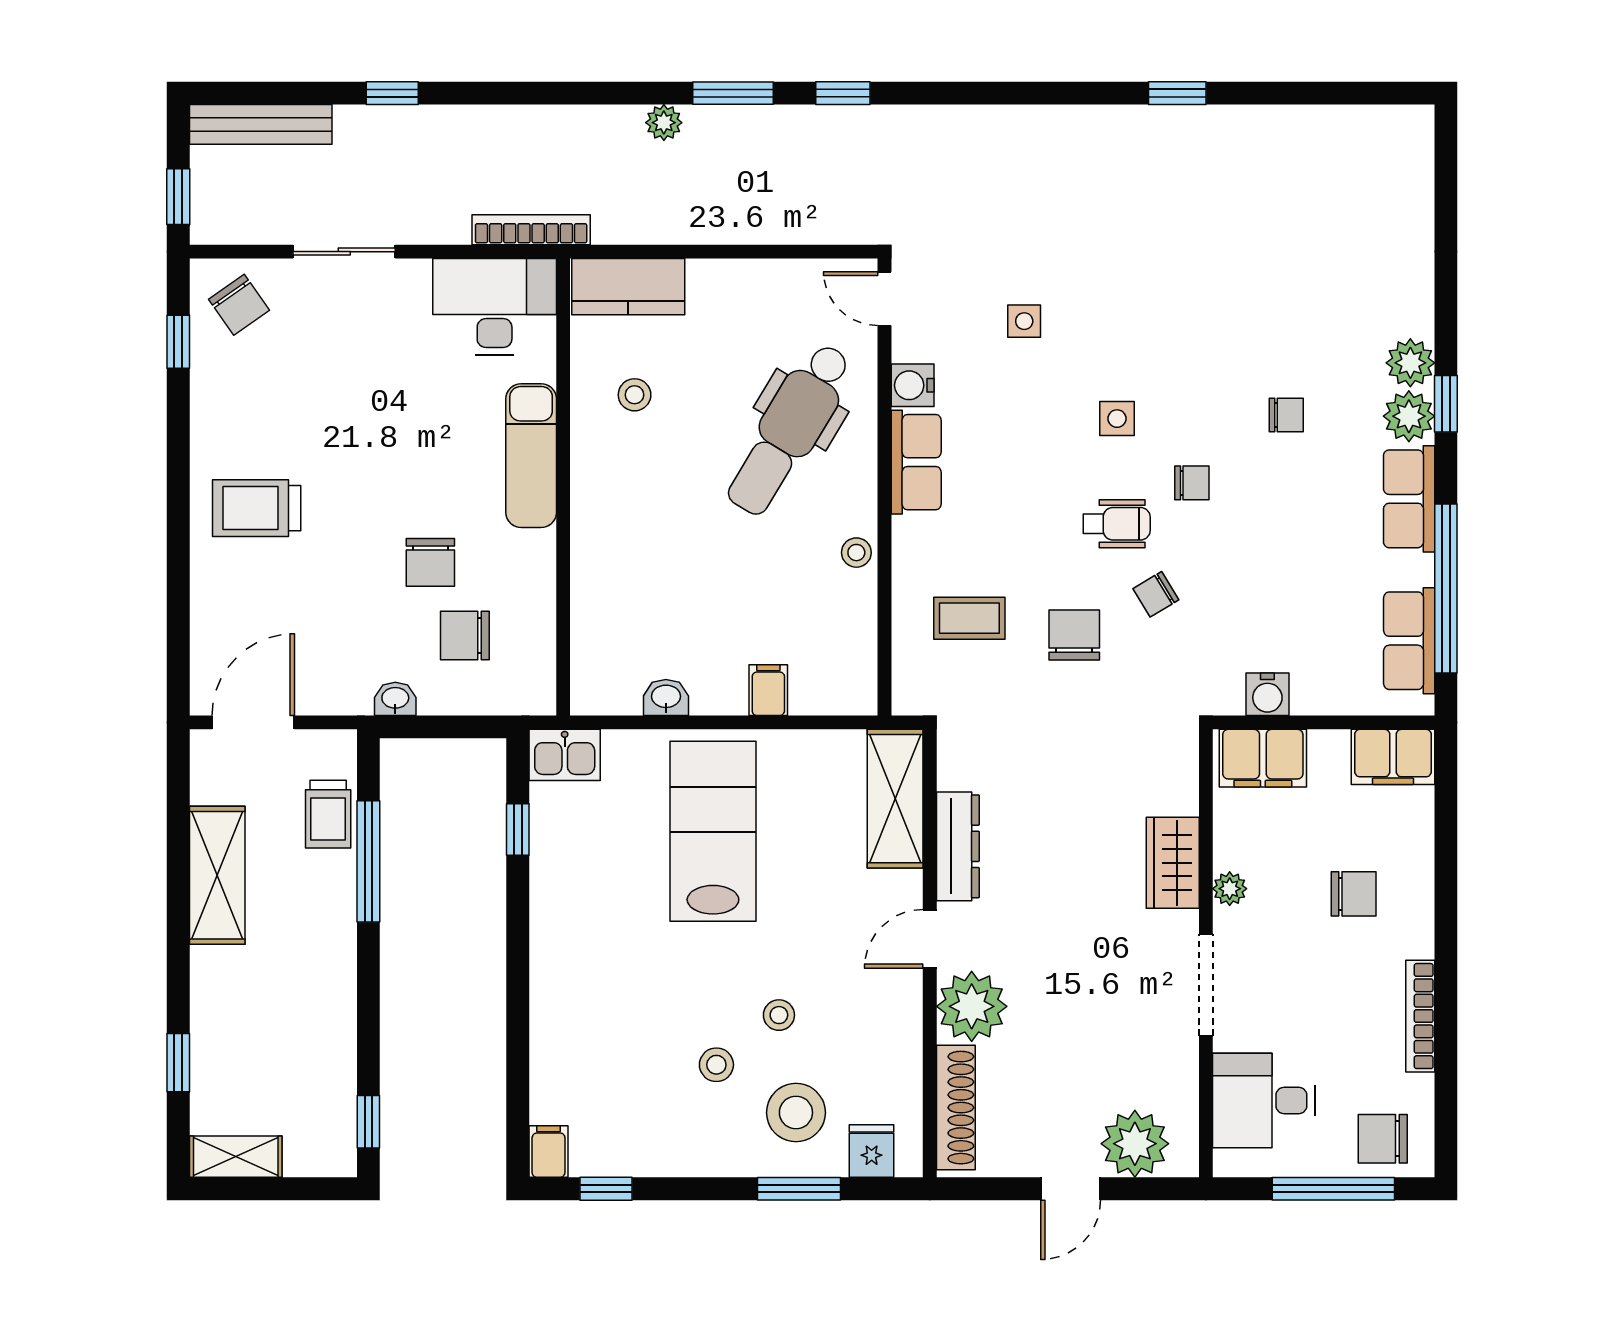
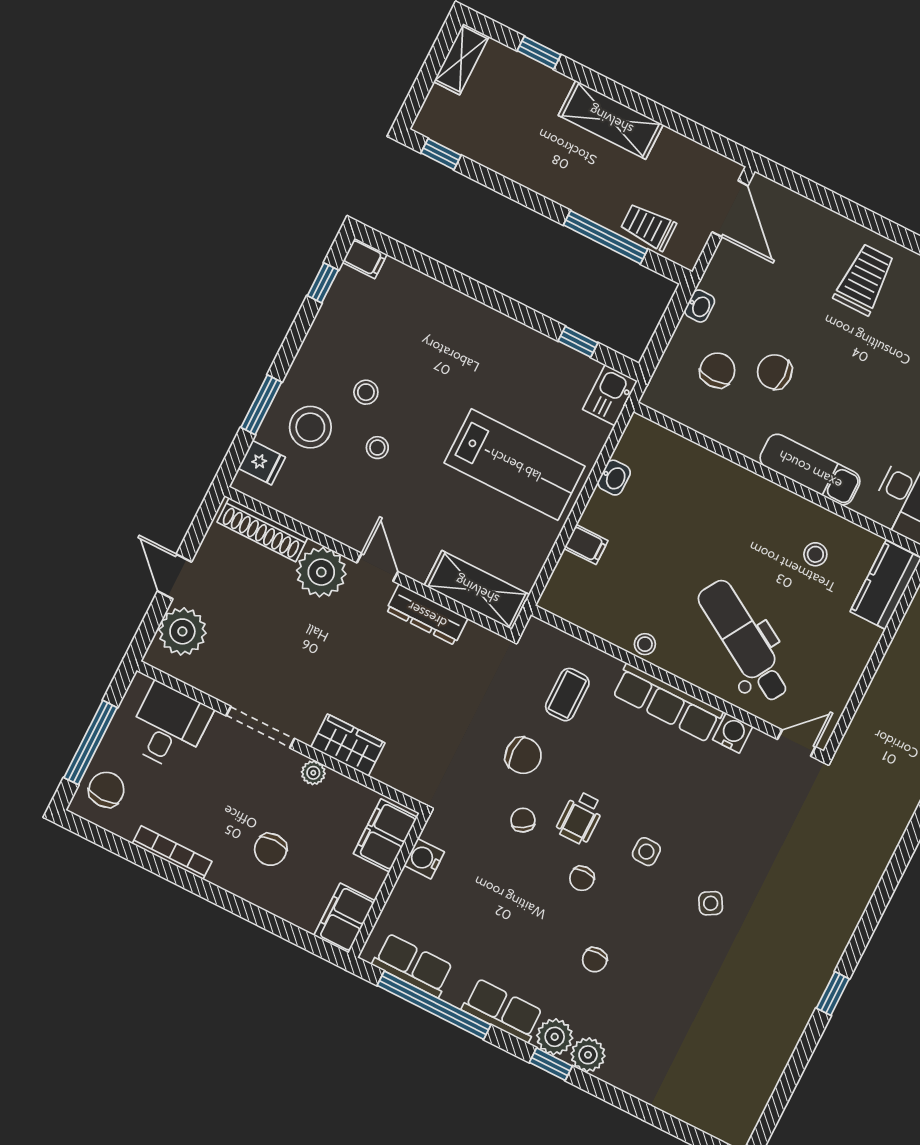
side table: (1024, 321) -> (711, 903), moved, turned -30
row of seats: (916, 462) -> (667, 703), width x1.48
shelving: (217, 875) -> (611, 120), moved

